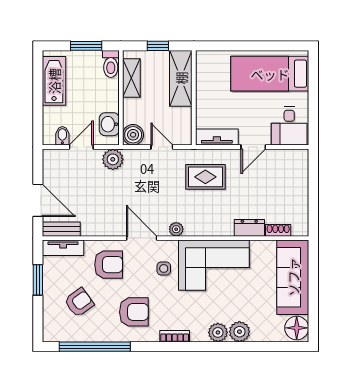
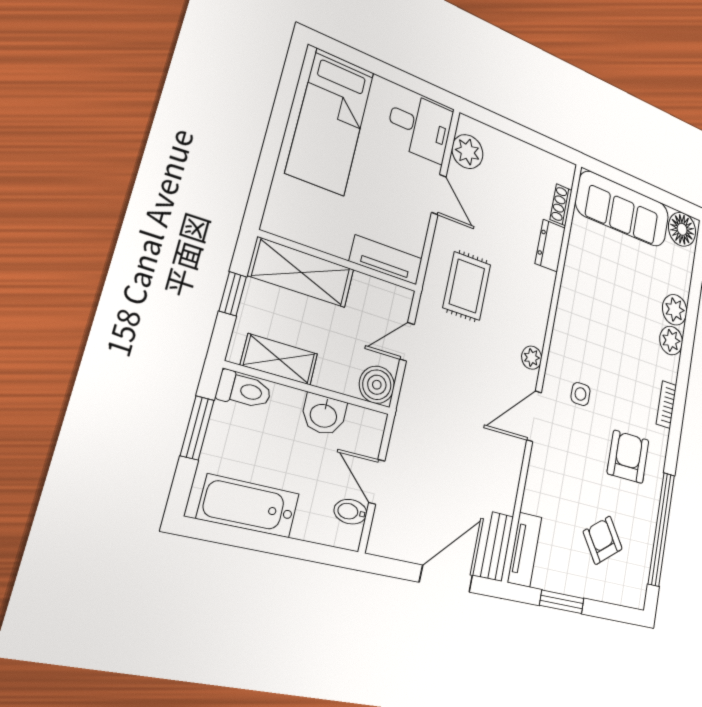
washbasin: (109, 124) -> (324, 415), moved
tv unit: (217, 137) -> (386, 260), moved, turned 90
plant: (113, 159) -> (467, 152), moved
armchair: (109, 265) -> (561, 480), removed
corner sofa: (214, 265) -> (589, 316), removed

